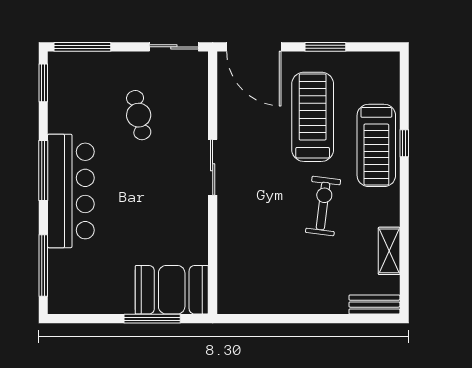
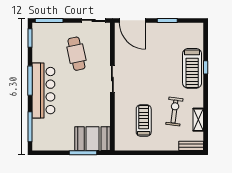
cafe table: (139, 115) -> (76, 54), width x1.37, depth x1.35
treadmill: (313, 117) -> (144, 121), moved, width x0.73, depth x0.73
exercise bike: (323, 206) -> (174, 112), moved

